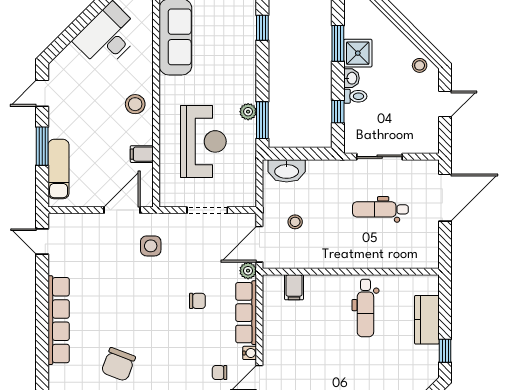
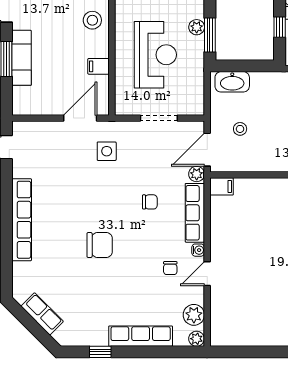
exam couch: (59, 169) -> (22, 58), moved
filing cabinet: (294, 287) -> (222, 186), moved, turned -90
chair: (118, 364) -> (100, 245), moved, turned -111
chair: (220, 372) -> (170, 268), turned -90

